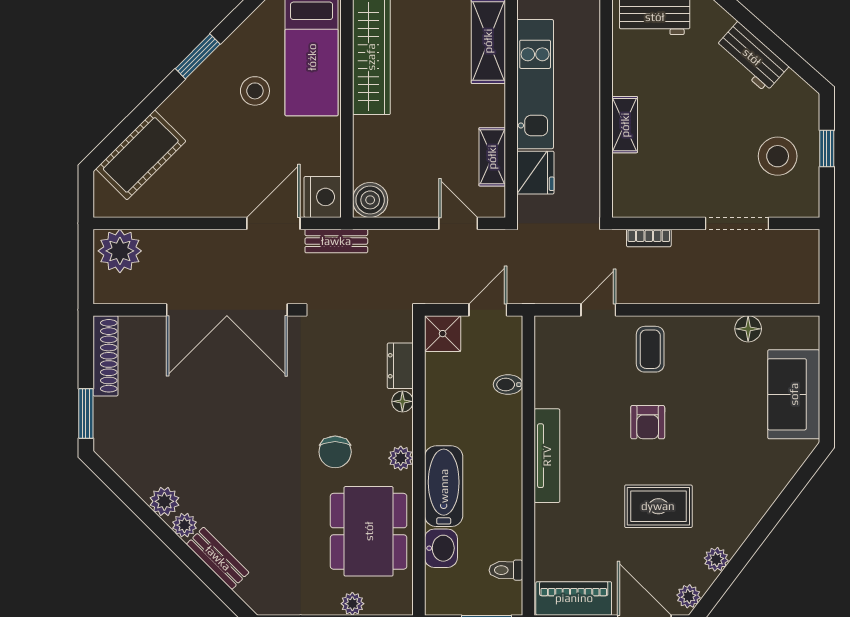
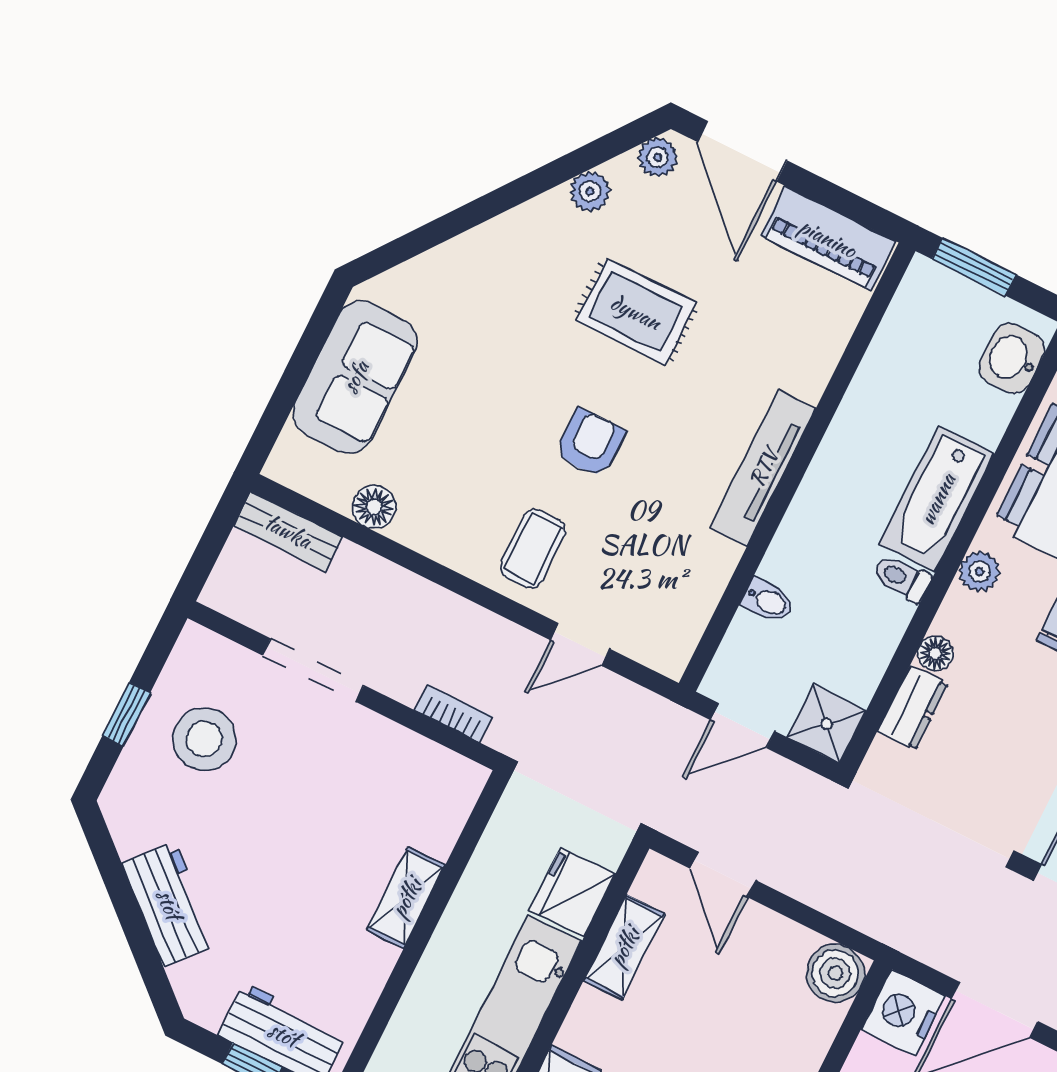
bench: (336, 241) -> (288, 531), moved
washbasin: (441, 548) -> (1012, 359), moved
toilet: (506, 570) -> (902, 578), moved, turned 180

